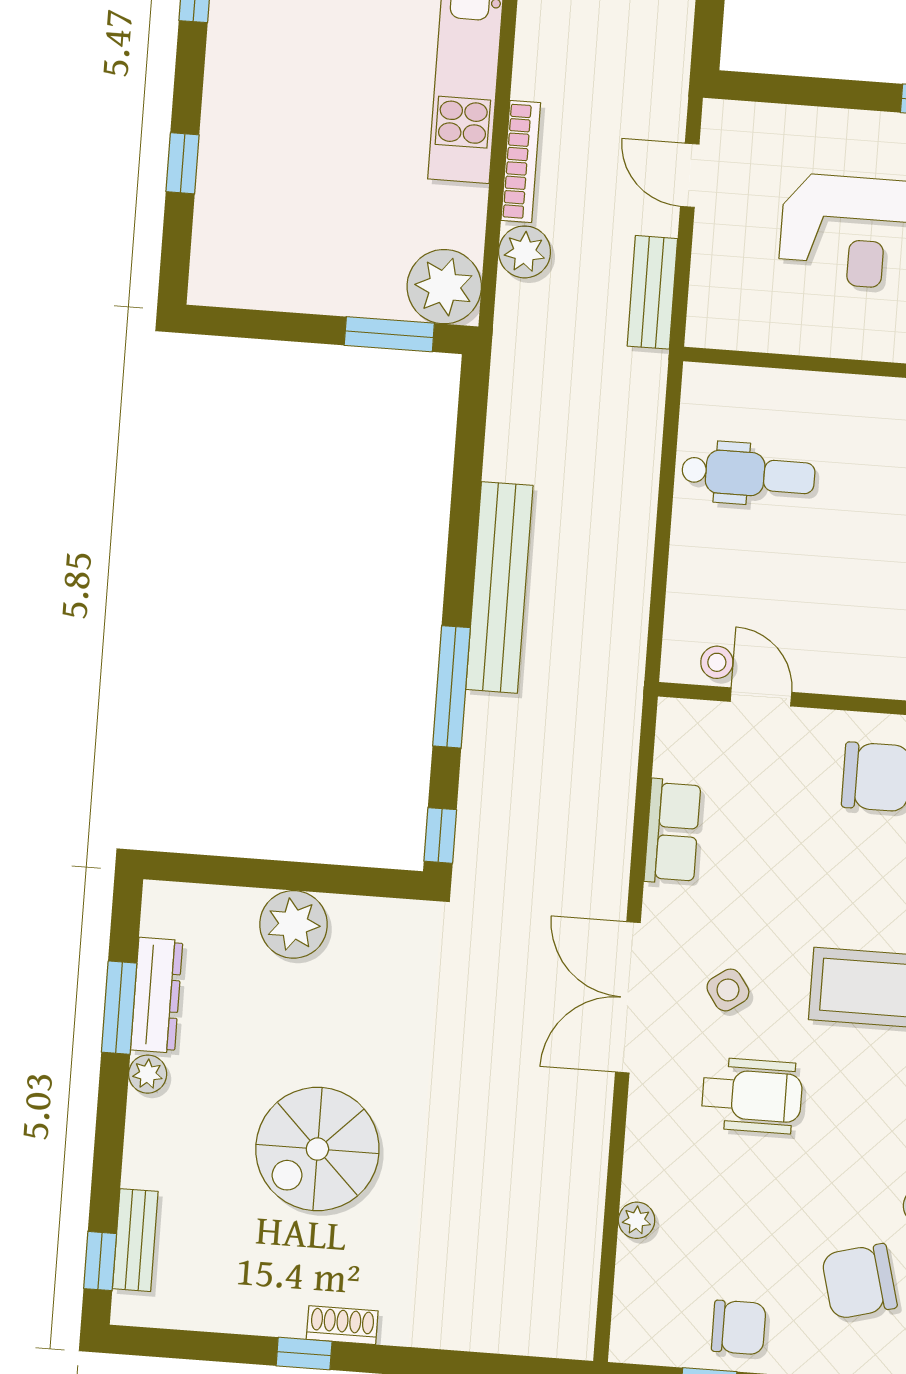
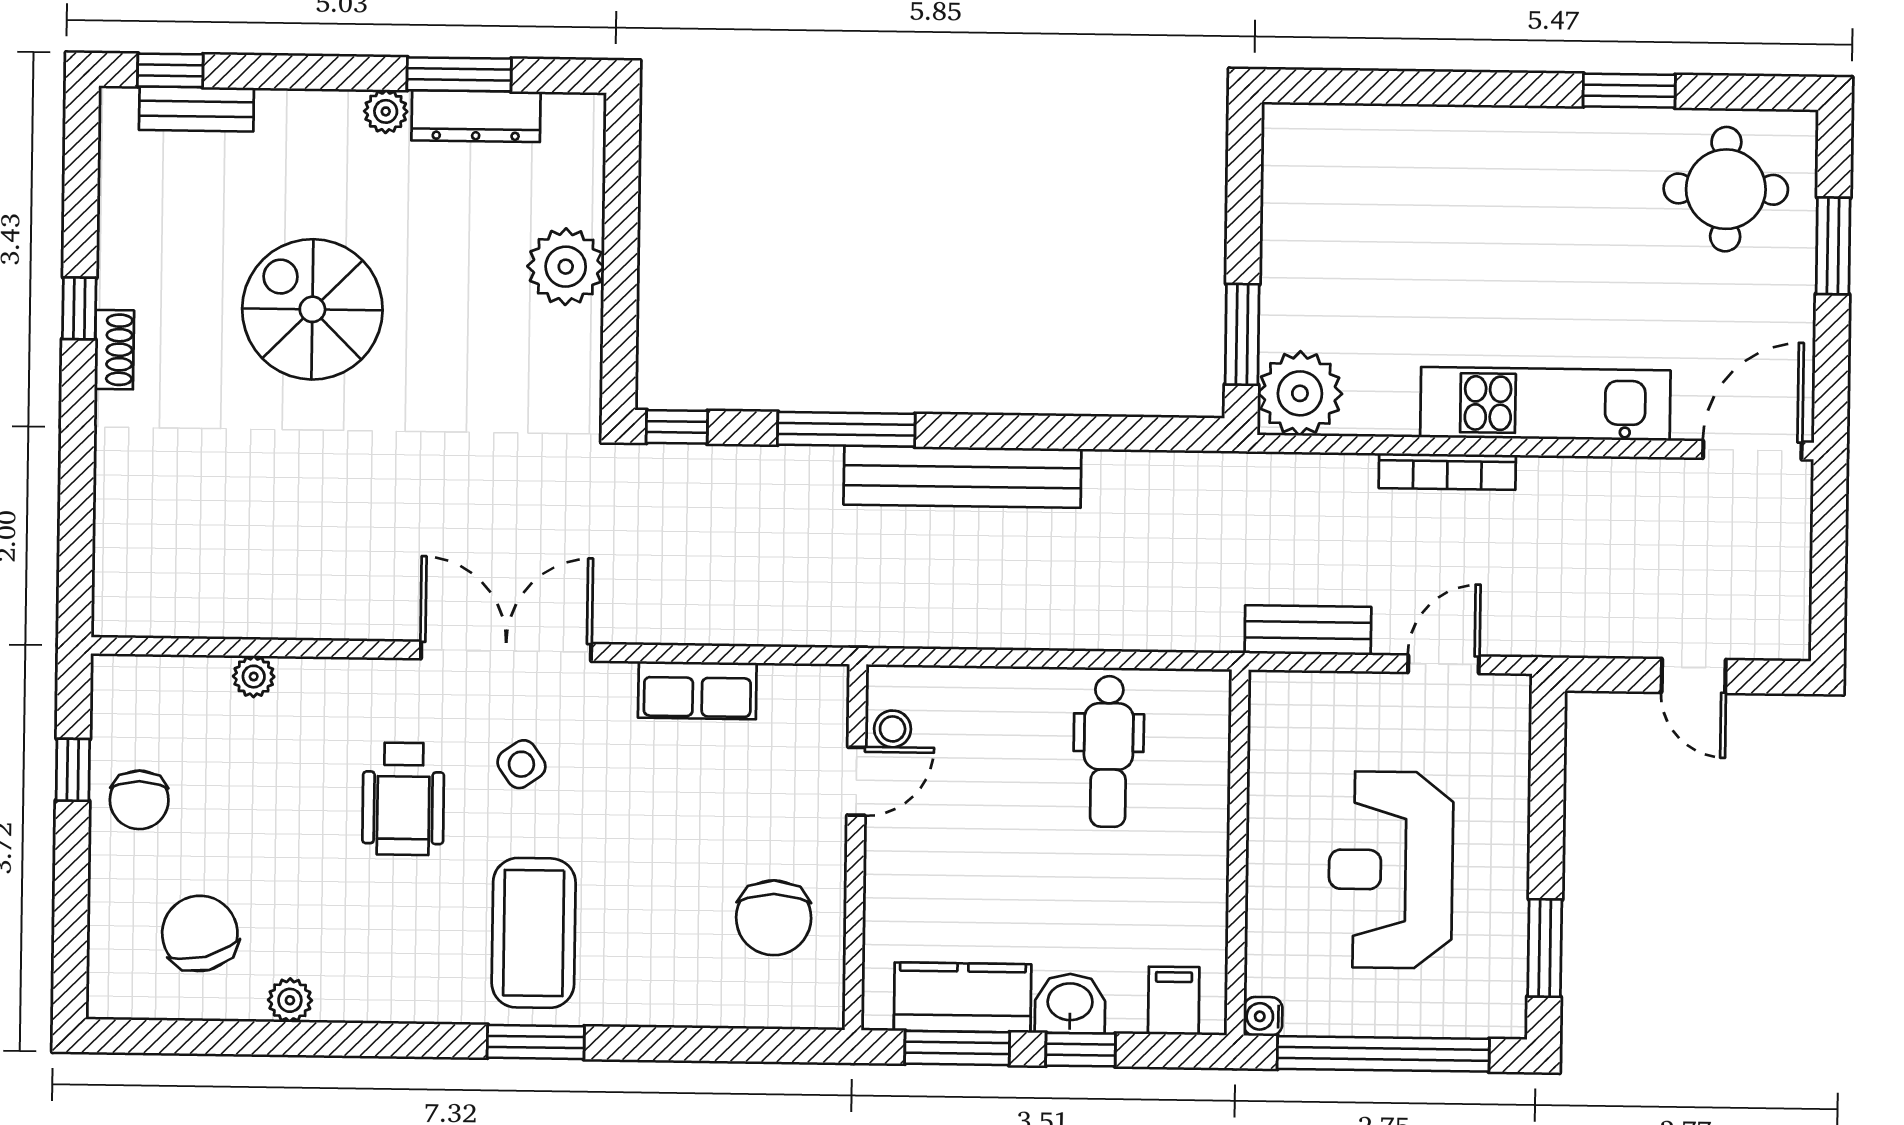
window: (183, 163) -> (1422, 88), removed
plant: (525, 252) -> (1345, 482), removed

